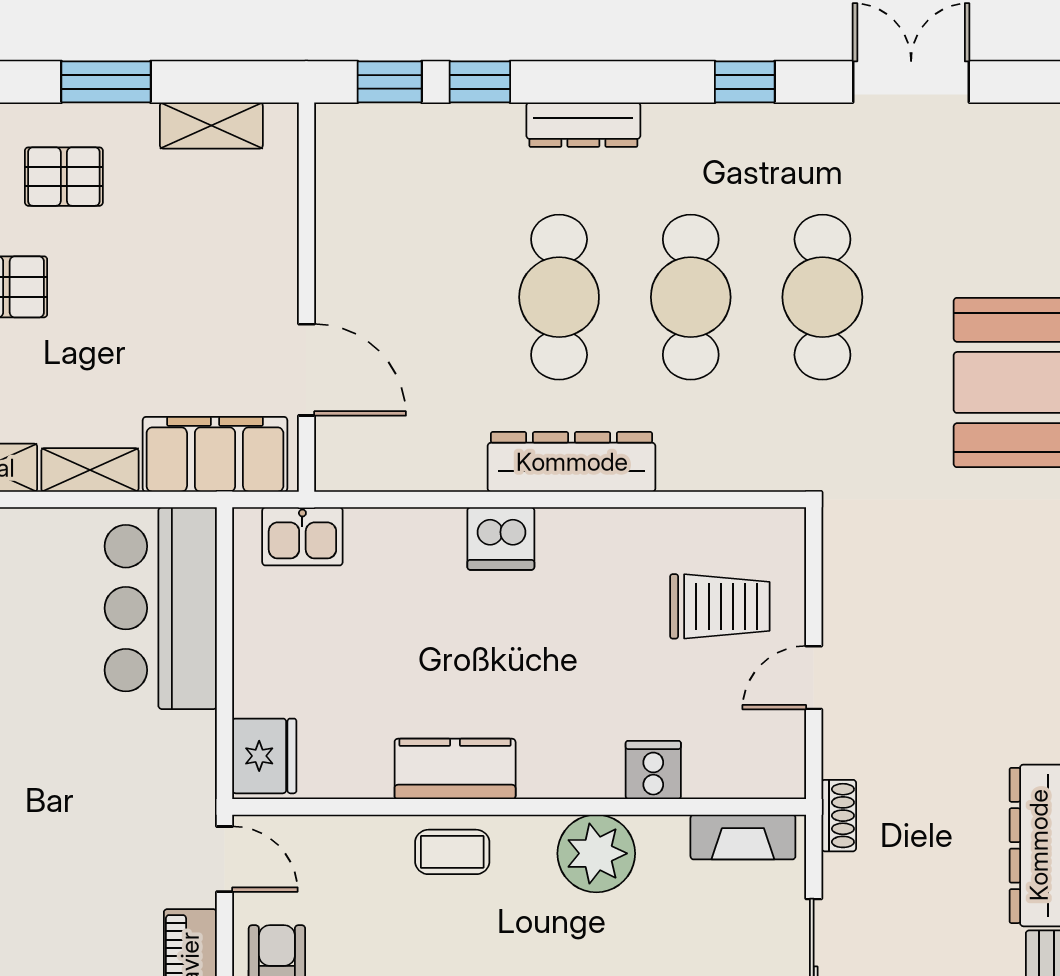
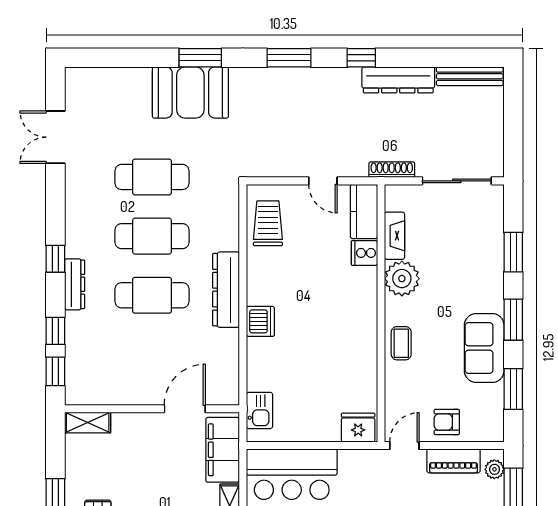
window: (745, 82) -> (55, 259), moved
shelving: (211, 126) -> (88, 423), moved, turned 90
trolley: (720, 606) -> (268, 223), moved
kitchen counter: (455, 769) -> (364, 212), moved
shoe rack: (839, 816) -> (392, 170), width x1.43
fireplace: (743, 837) -> (394, 236), moved

